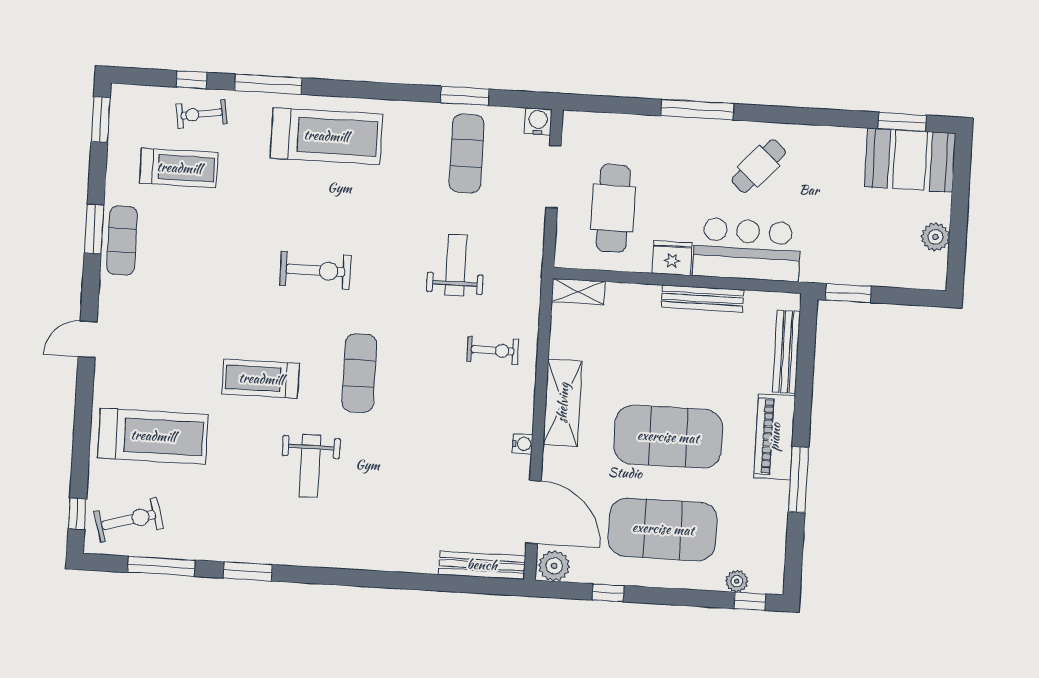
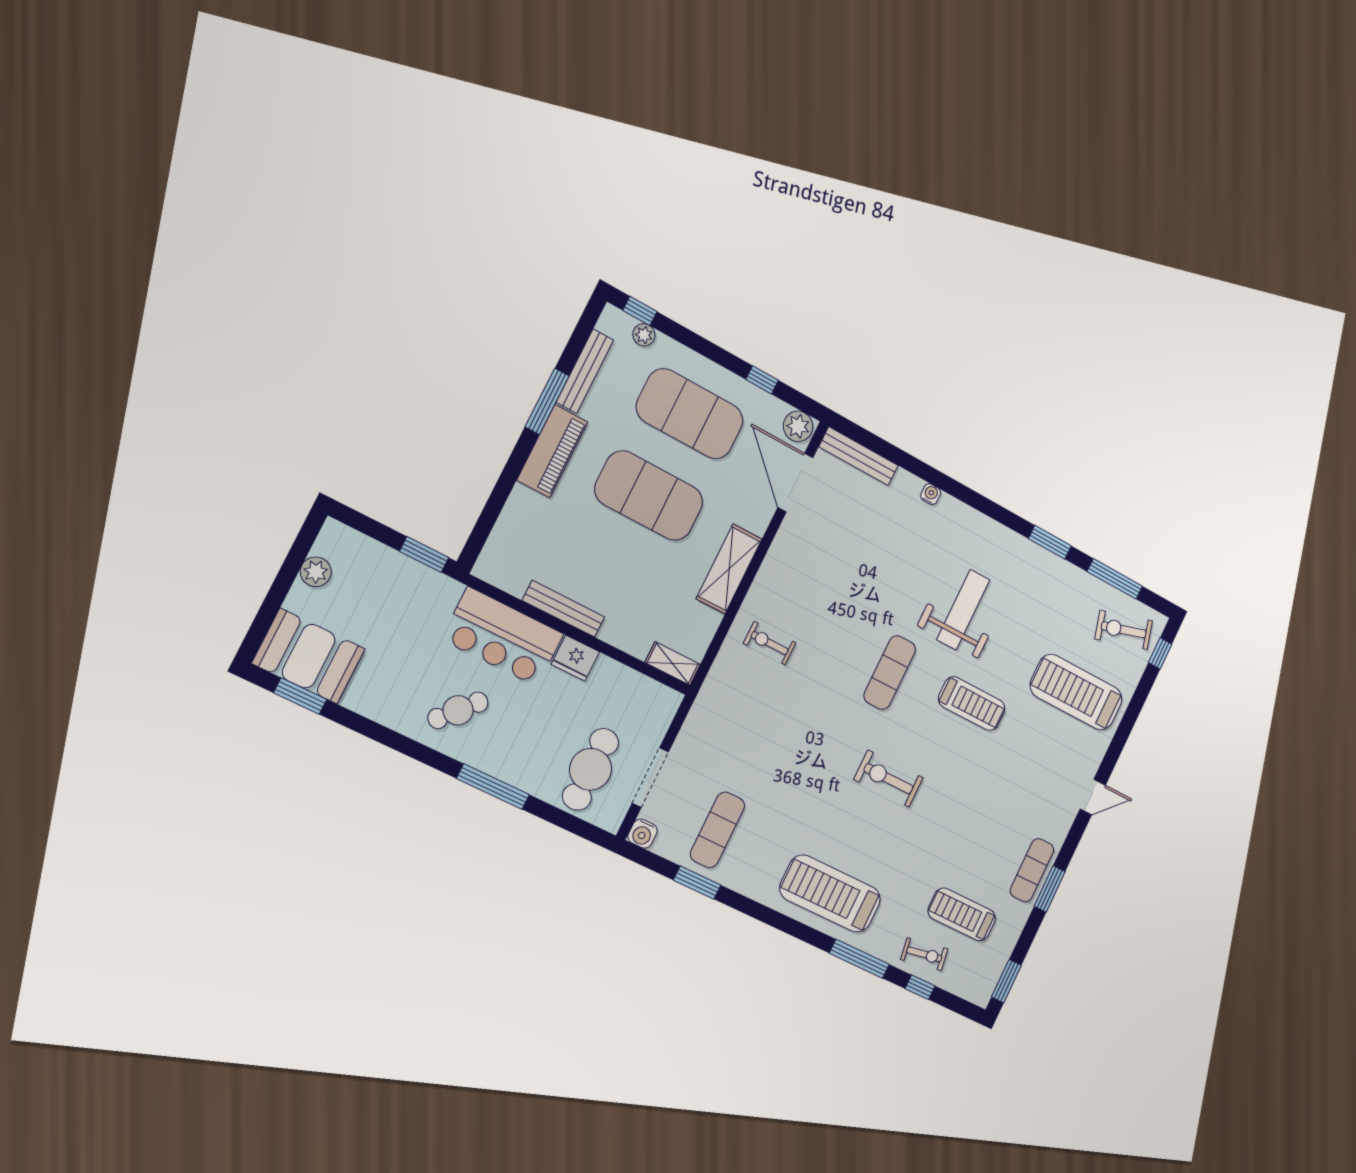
cafe table: (613, 208) -> (590, 769), moved
weight bench: (456, 265) -> (769, 733), removed
bench: (786, 352) -> (585, 371), moved
water cooler: (523, 444) -> (931, 494), moved, turned 90
weight bench: (310, 466) -> (963, 610), width x1.36, depth x1.33

